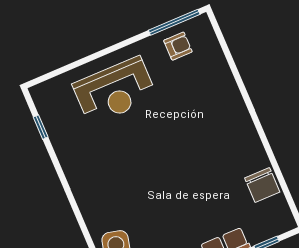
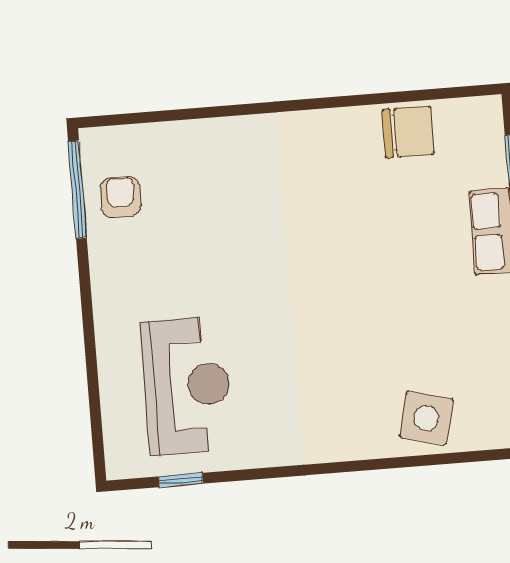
reception desk: (115, 91) -> (187, 386), moved

